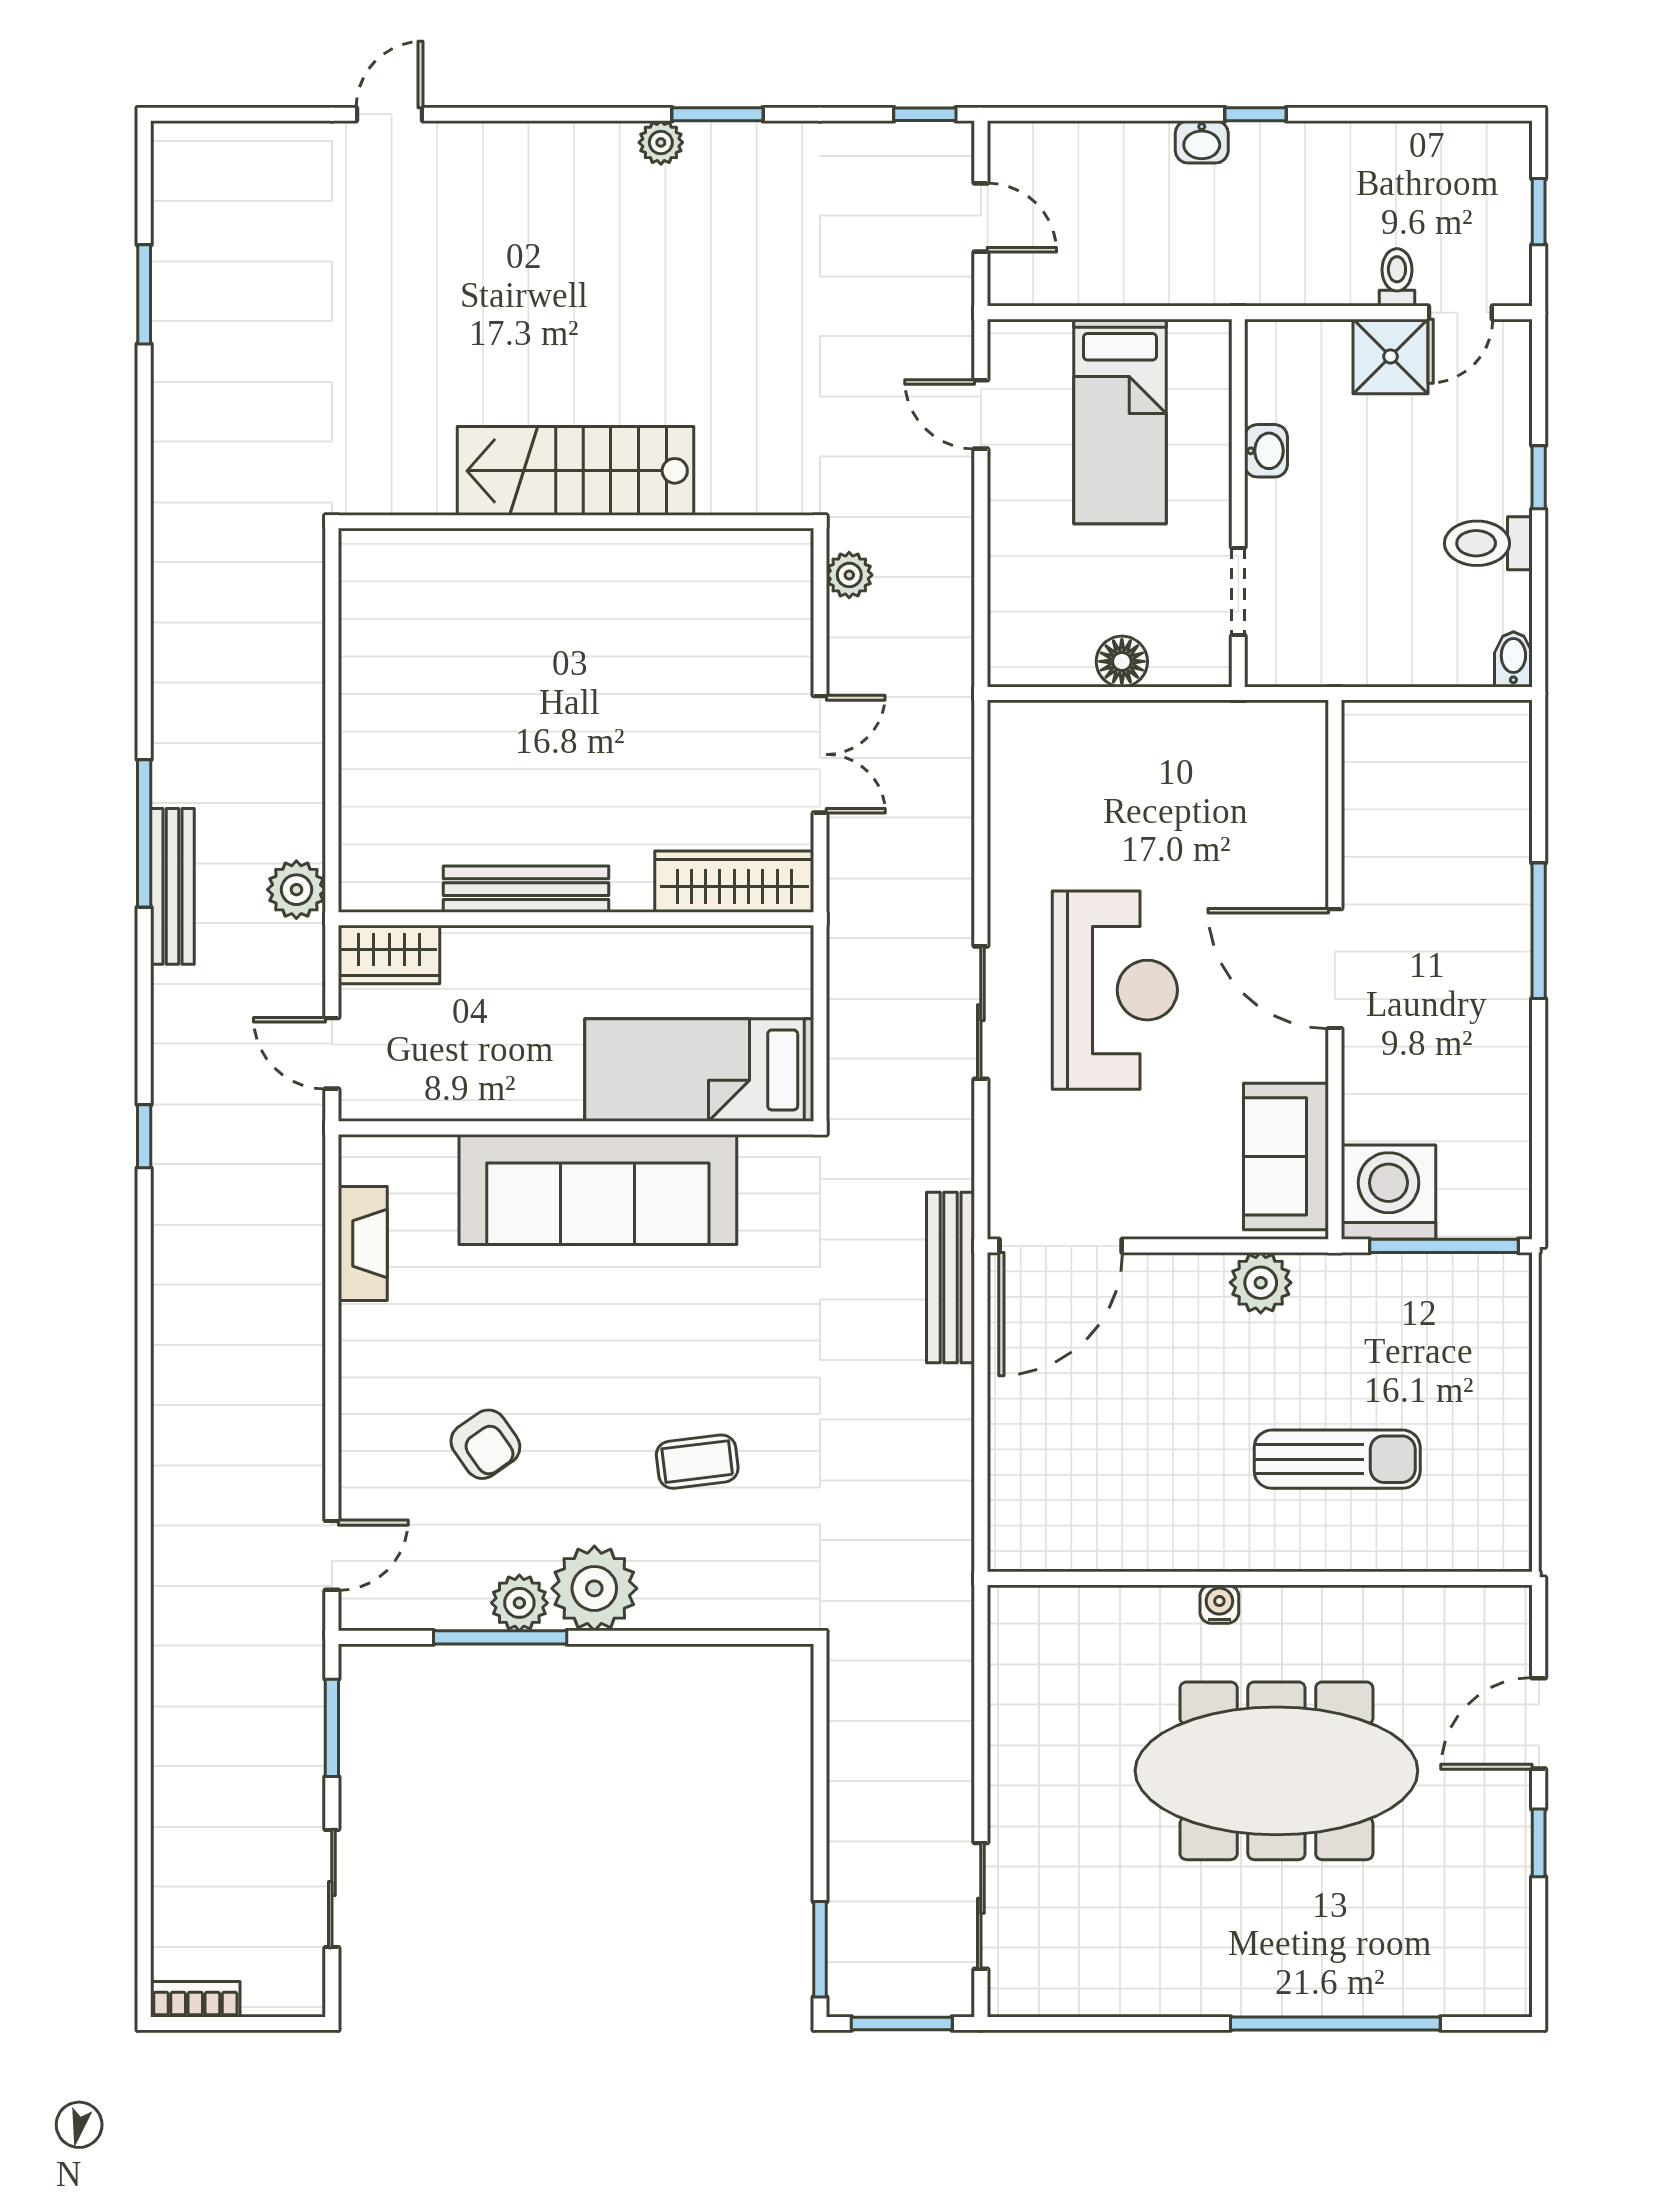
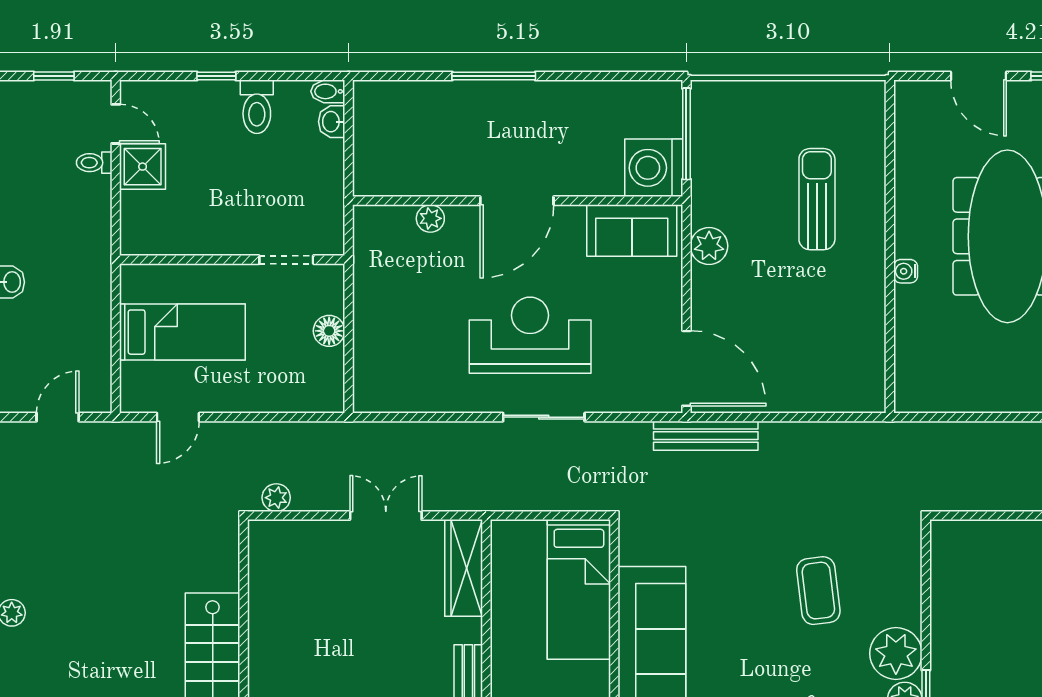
washbasin: (1266, 451) -> (332, 122), moved, turned -90
plant: (1306, 827) -> (430, 218), added
coffee table: (697, 1462) -> (818, 591), width x1.36, depth x1.30

